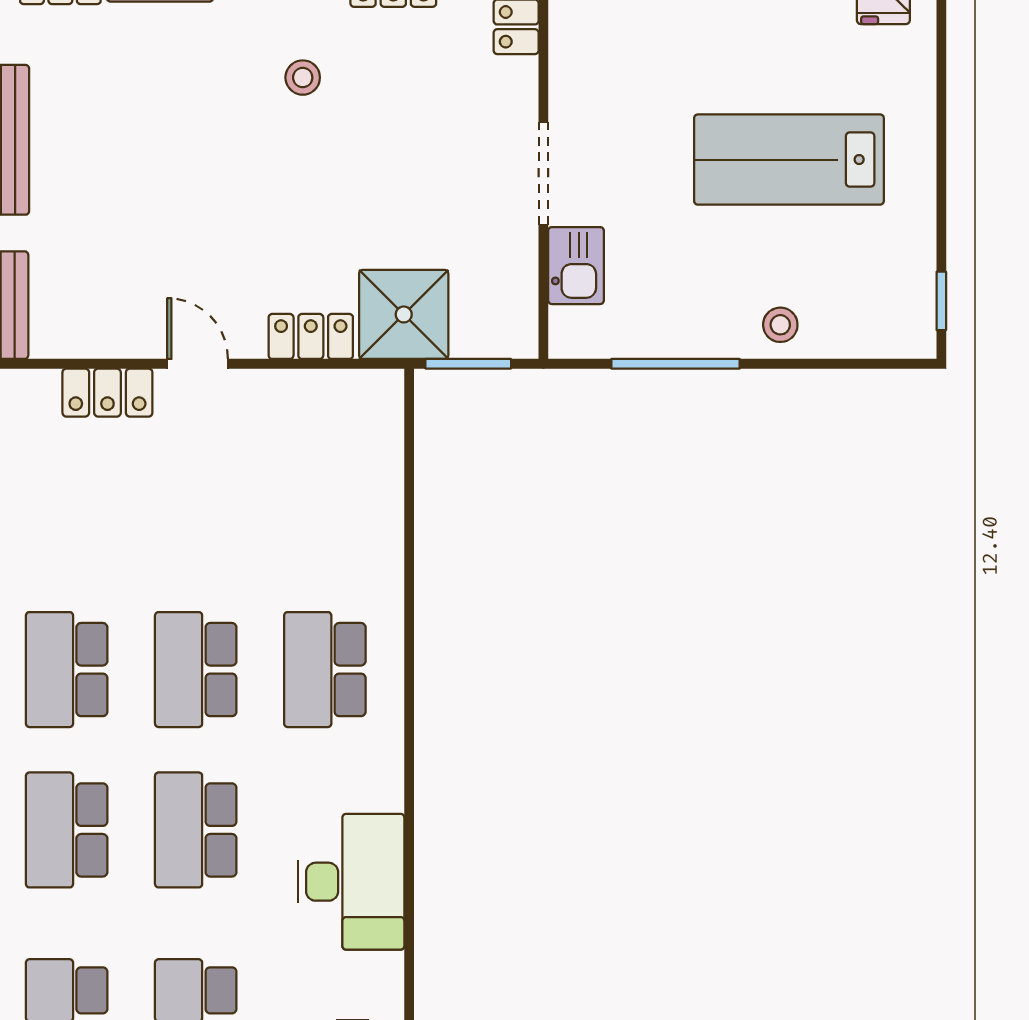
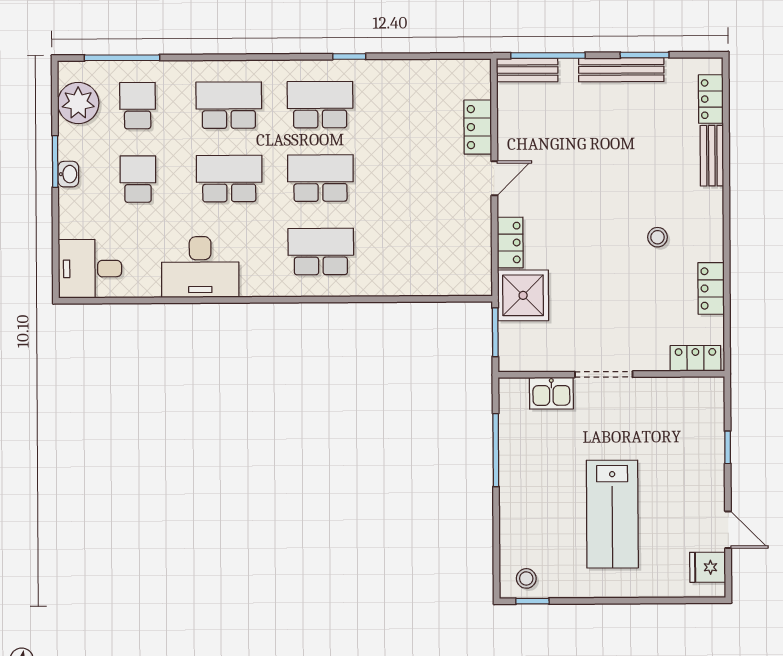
lab bench: (789, 160) -> (612, 514), turned 180
stool: (780, 325) -> (526, 578), moved

